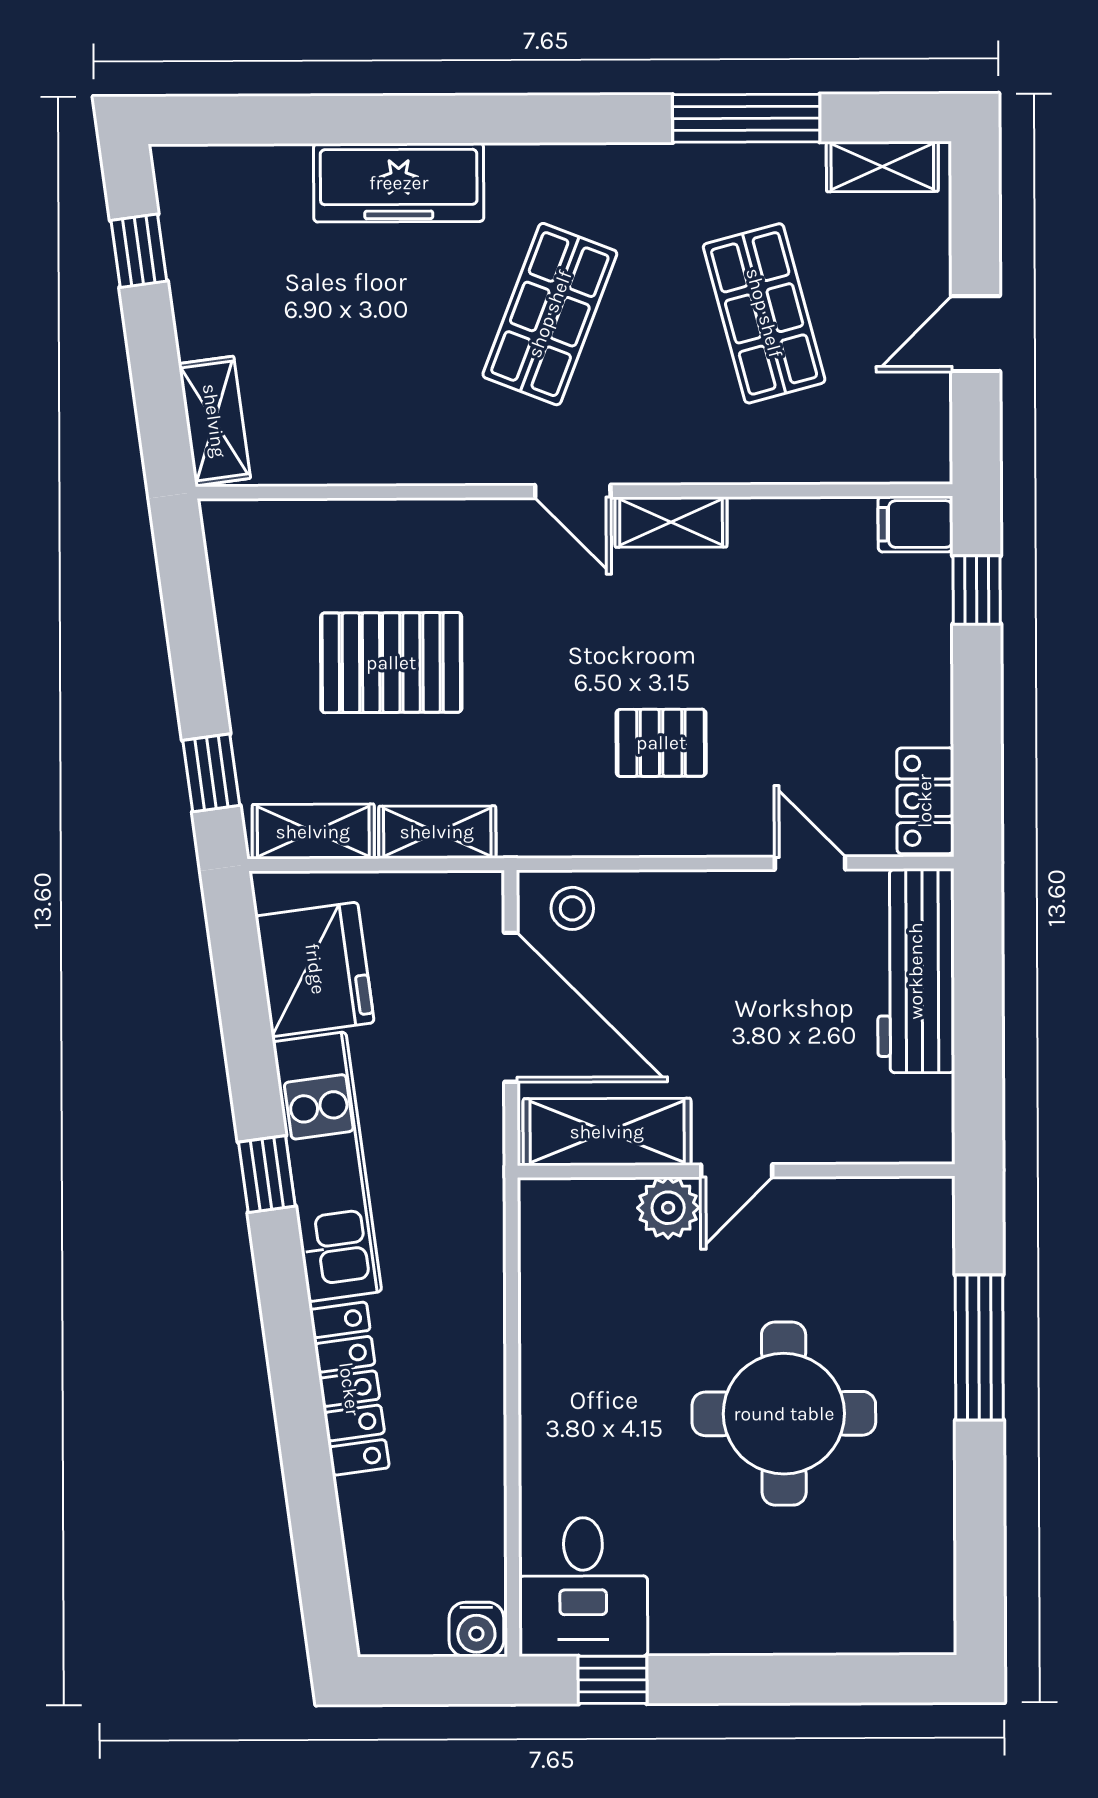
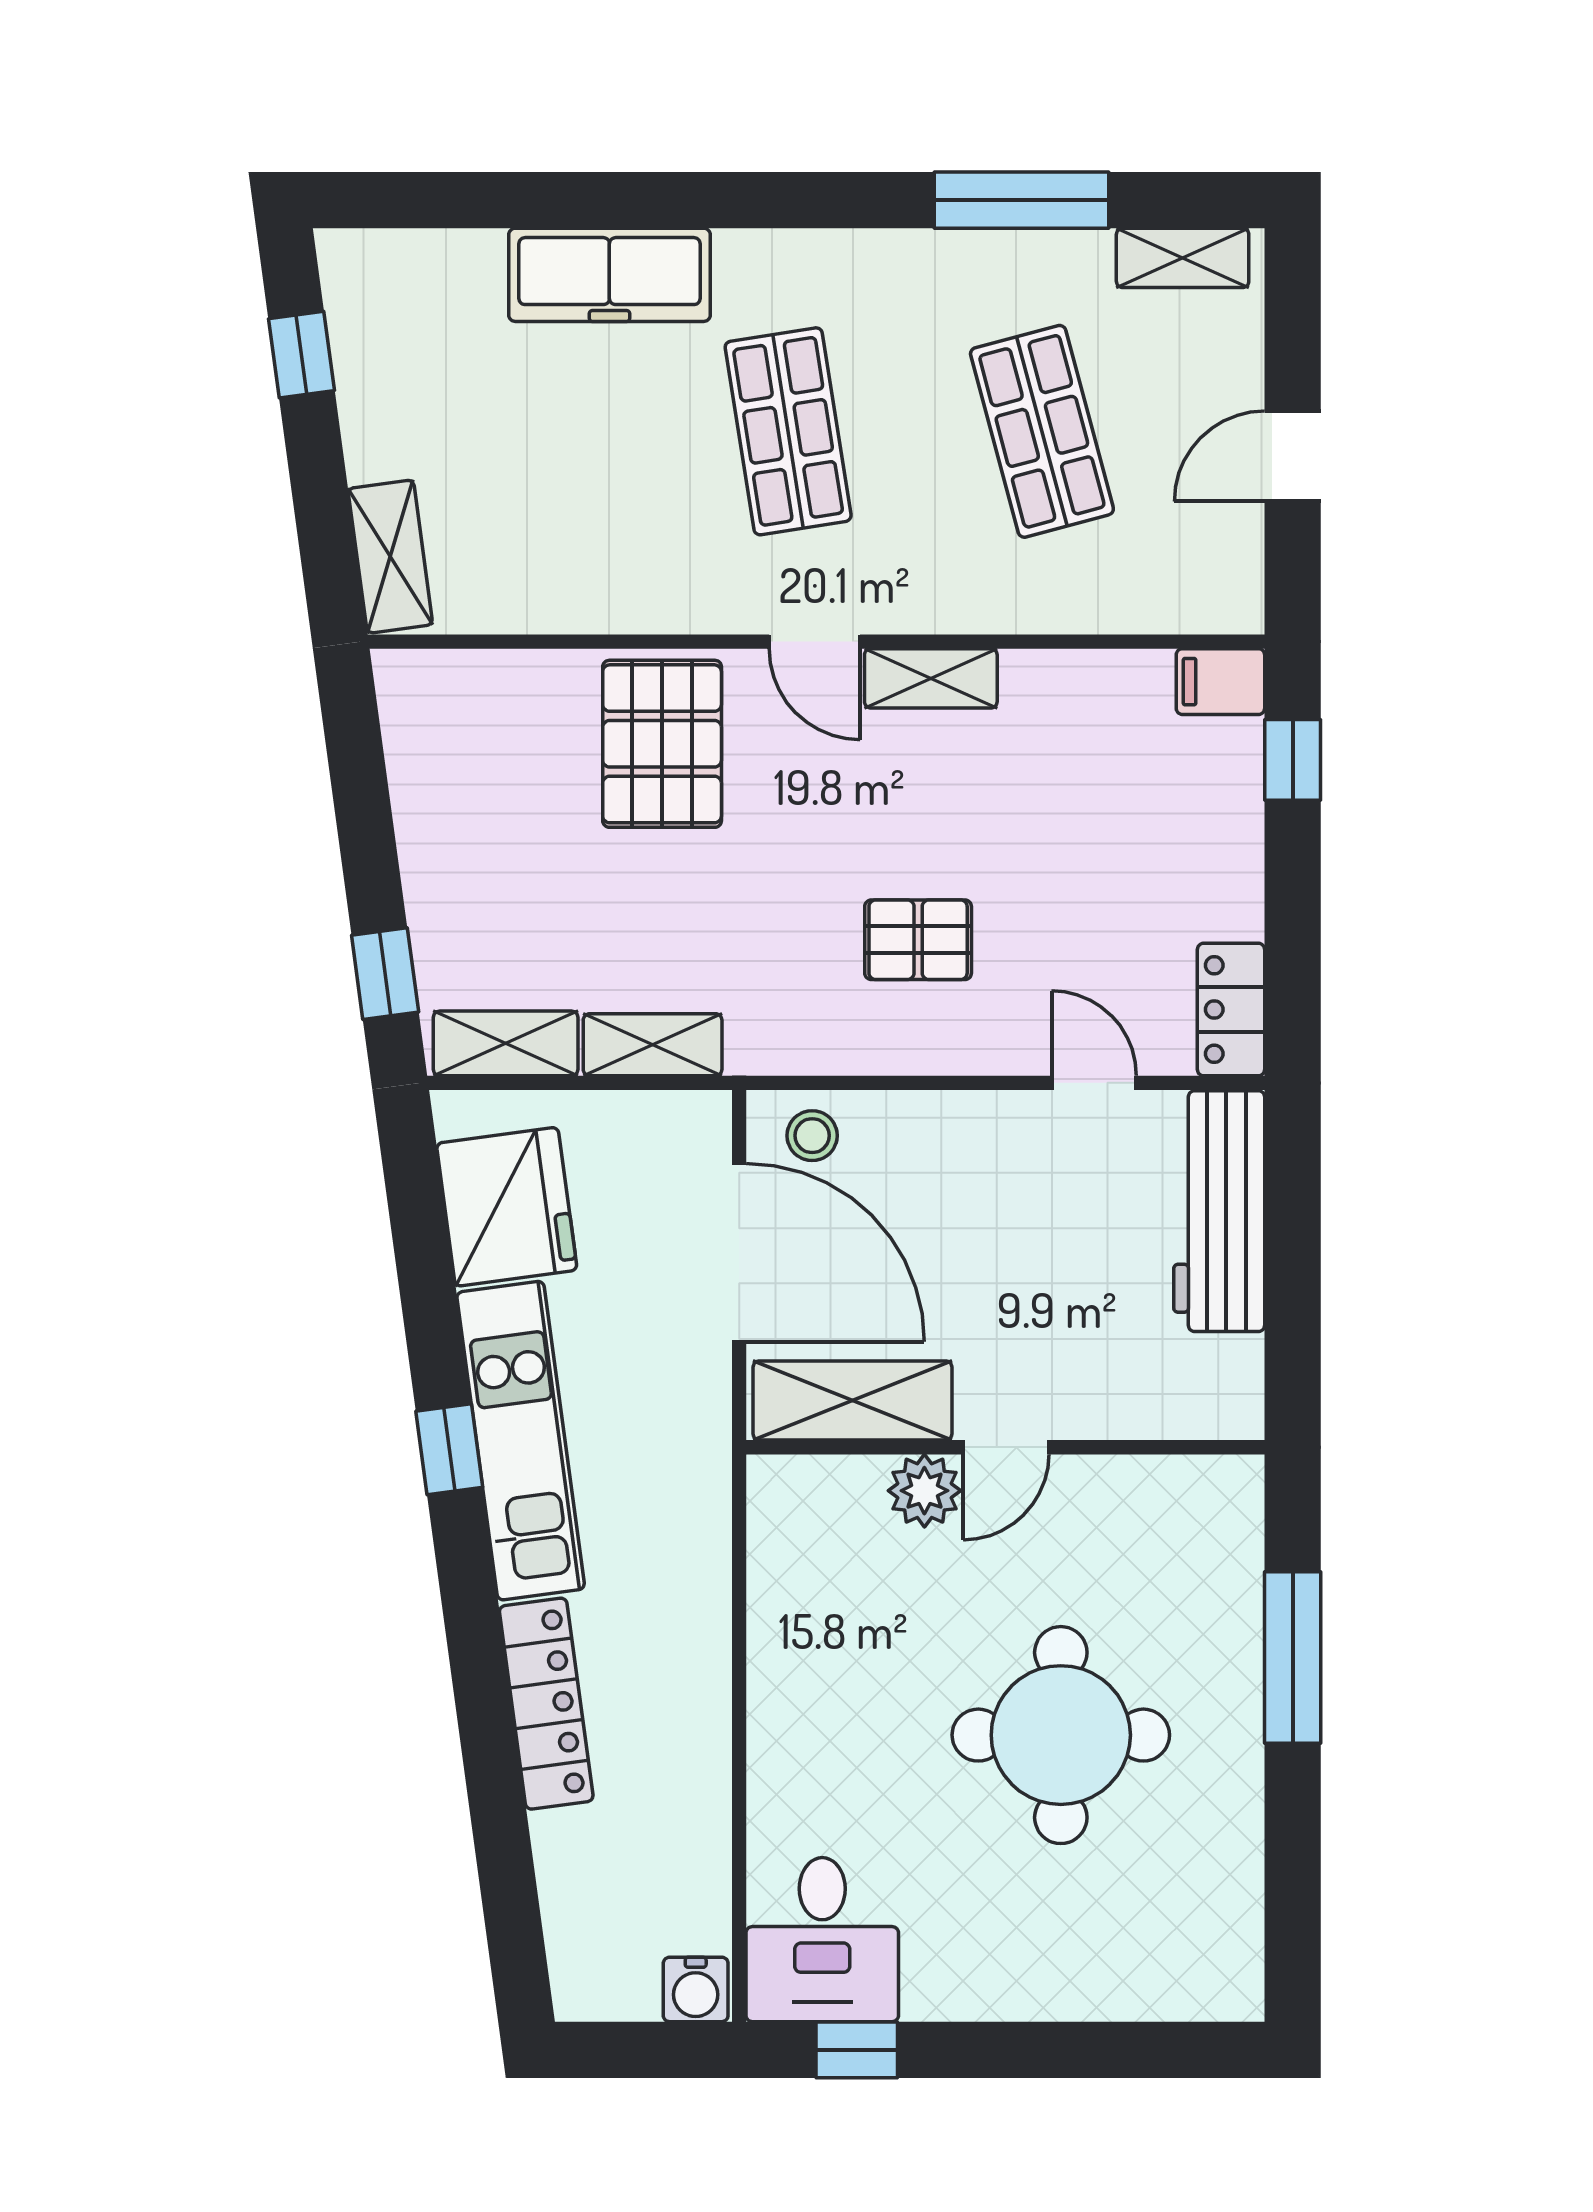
shop shelf: (550, 314) -> (788, 431), turned -30
pallet: (391, 663) -> (662, 744), moved, turned 90

